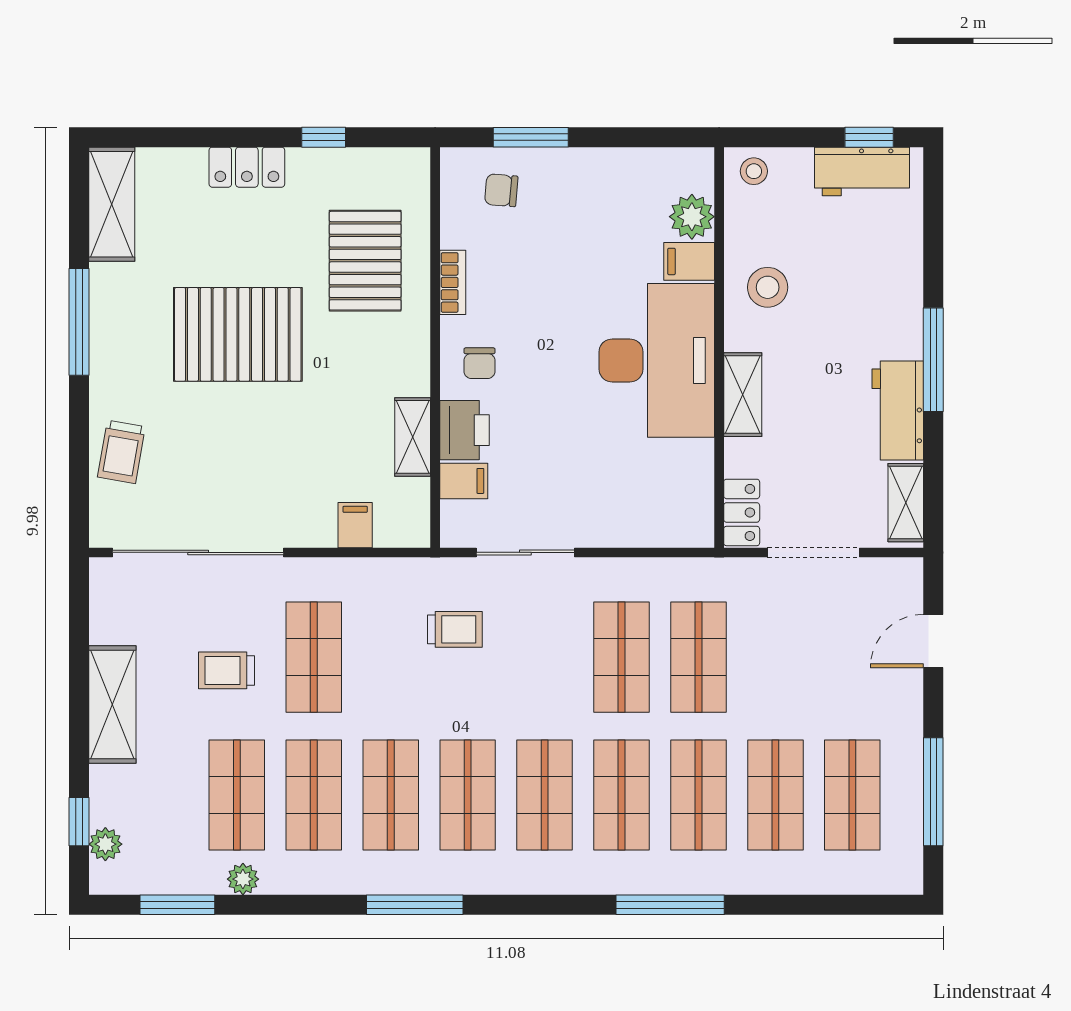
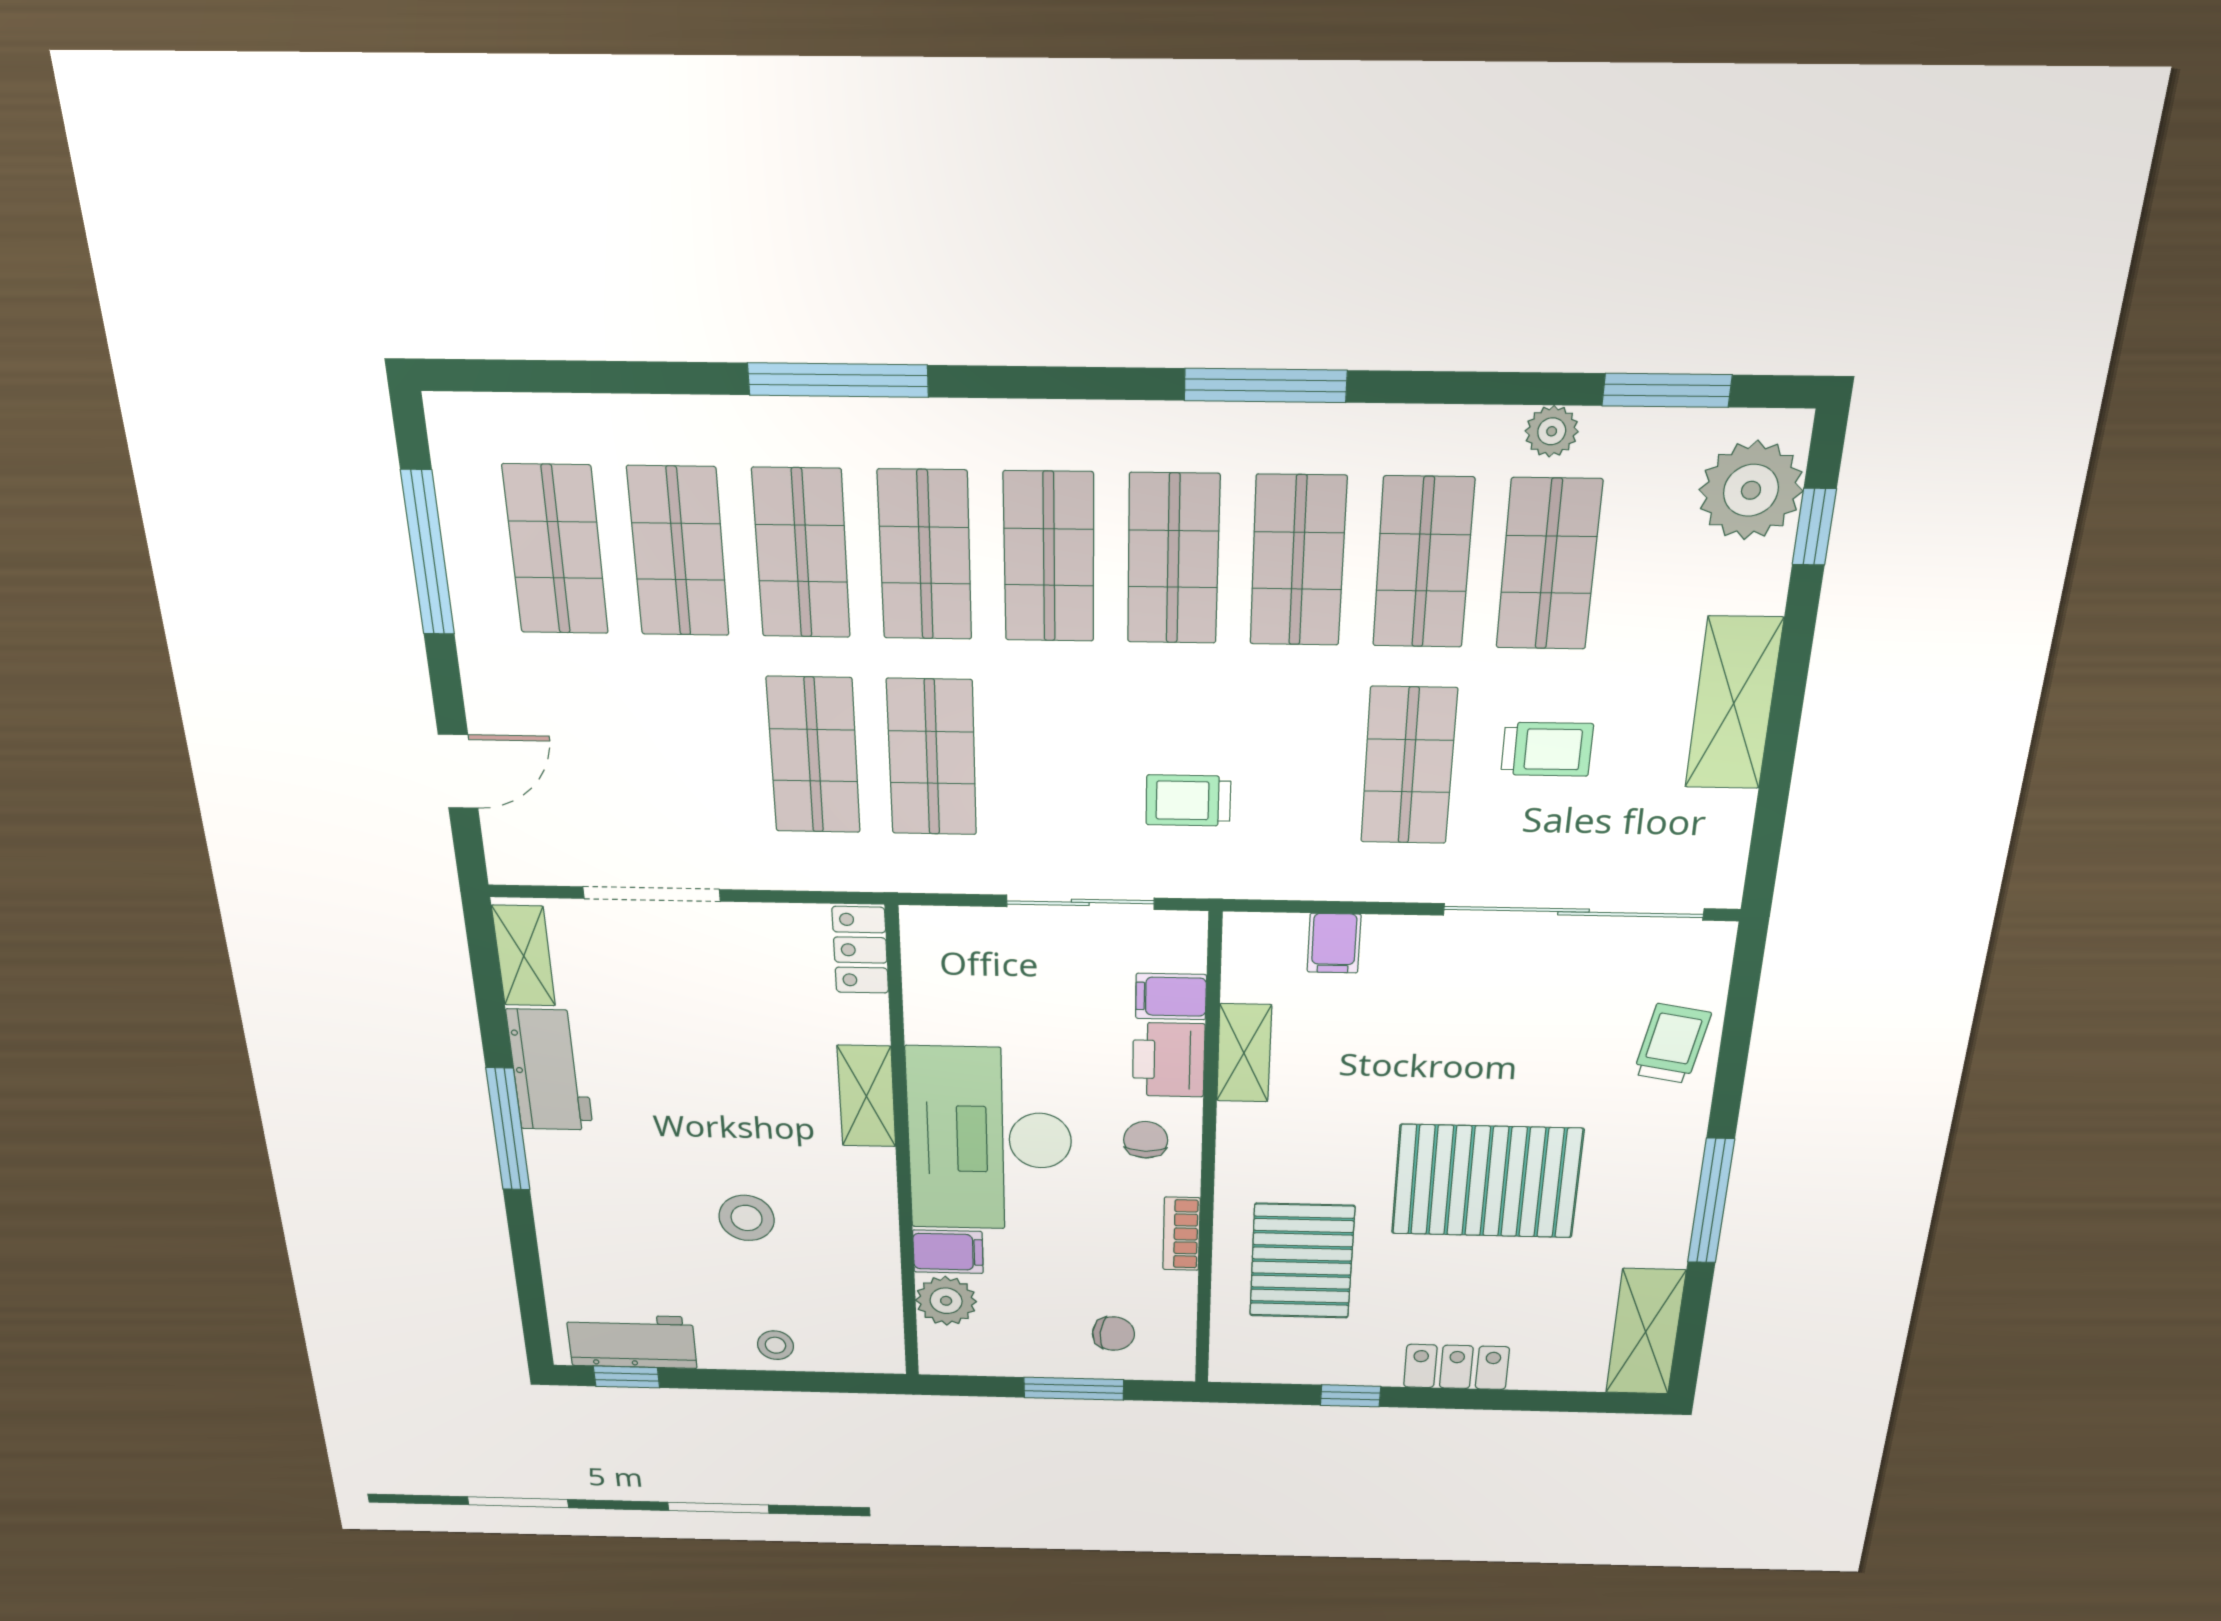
plant: (692, 217) -> (946, 1301), moved
filing cabinet: (689, 261) -> (948, 1252), moved
wall: (719, 347) -> (903, 1153), moved
desk: (657, 360) -> (990, 1139), moved
shelving: (743, 395) -> (866, 1096), moved
locker: (742, 512) -> (860, 950), moved
plant: (105, 844) -> (1751, 490), width x1.88, depth x1.88

